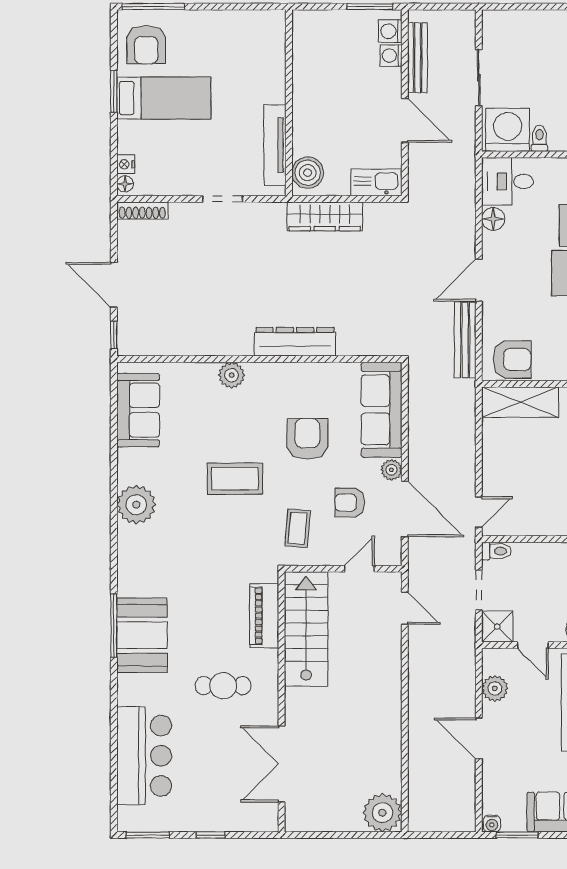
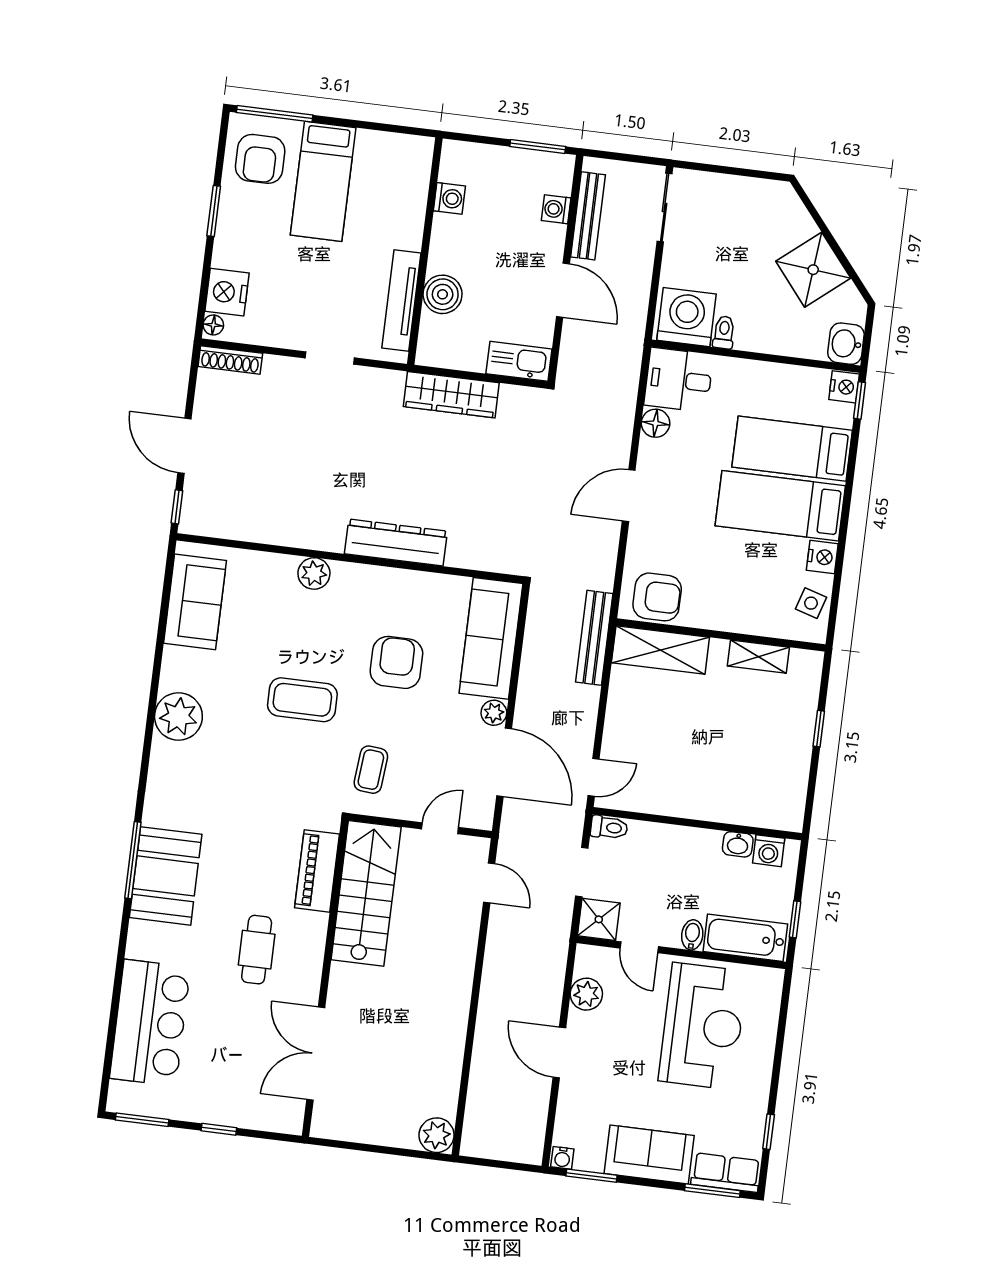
washing machine: (390, 31) -> (449, 198), moved, turned 180
sliding door: (479, 78) -> (665, 208), moved
bed: (164, 98) -> (323, 181), moved, turned 90
nightstand: (126, 164) -> (227, 292), width x1.89, depth x1.79
boiler: (308, 173) -> (443, 294), moved
bench: (465, 340) -> (594, 638), moved
armchair: (350, 503) -> (438, 746), removed
cafe table: (223, 686) -> (257, 950), turned 90
plant: (382, 813) -> (437, 1135), width x0.73, depth x0.73

